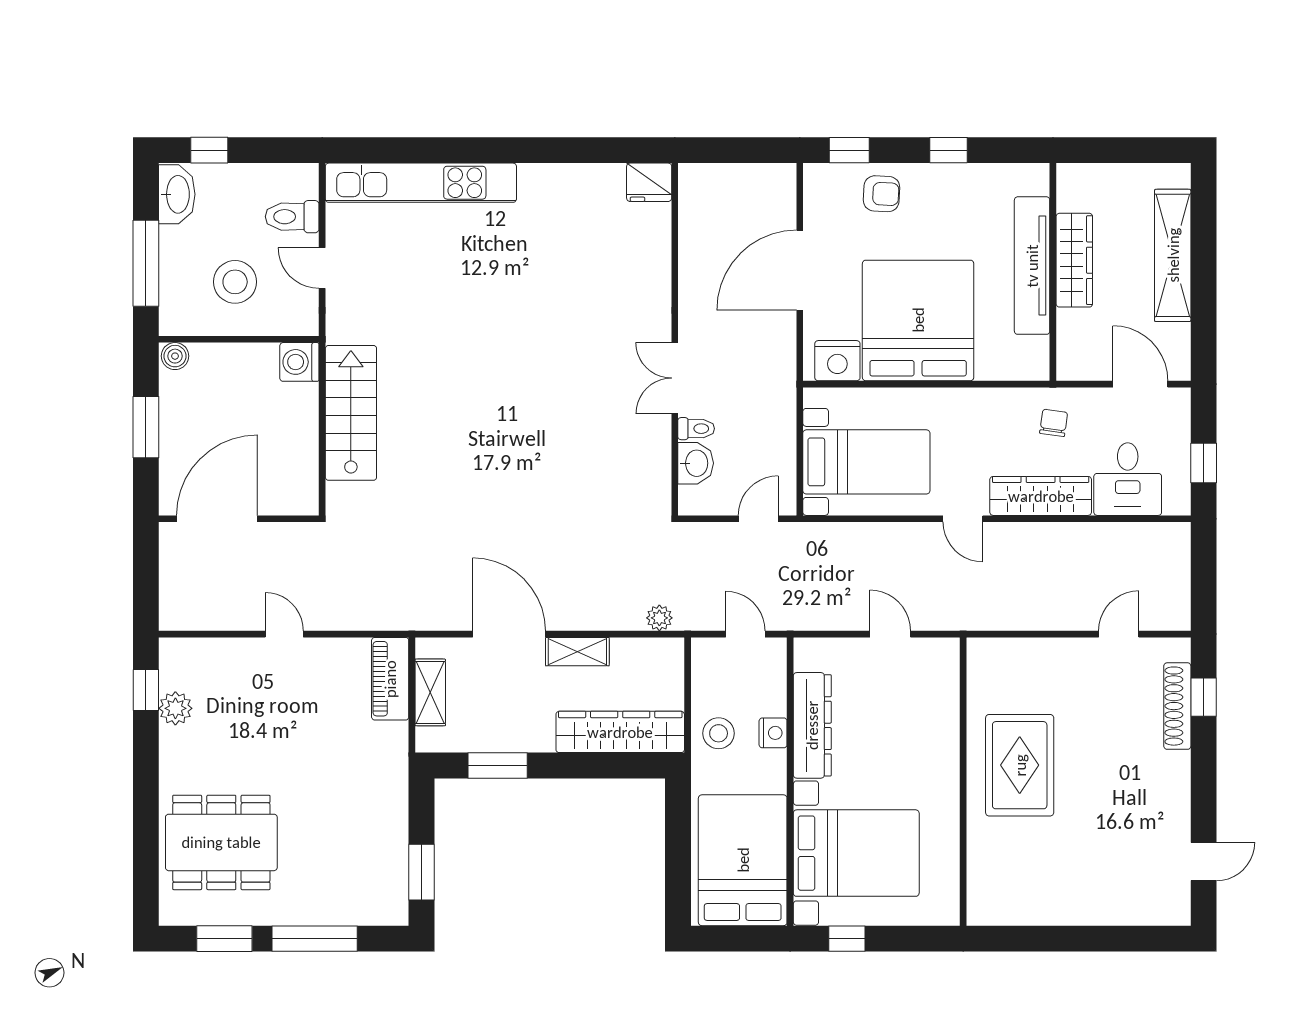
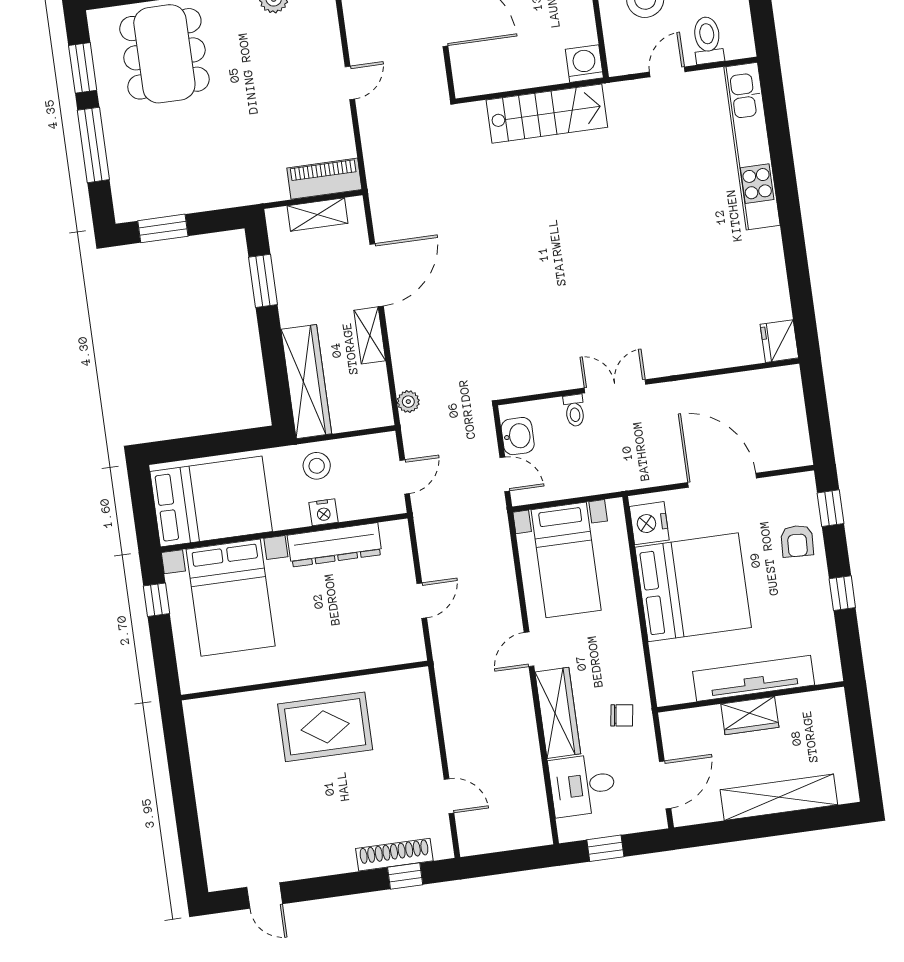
wardrobe: (1074, 260) -> (750, 716), width x0.67
washbasin: (696, 463) -> (518, 436), moved, turned -90

